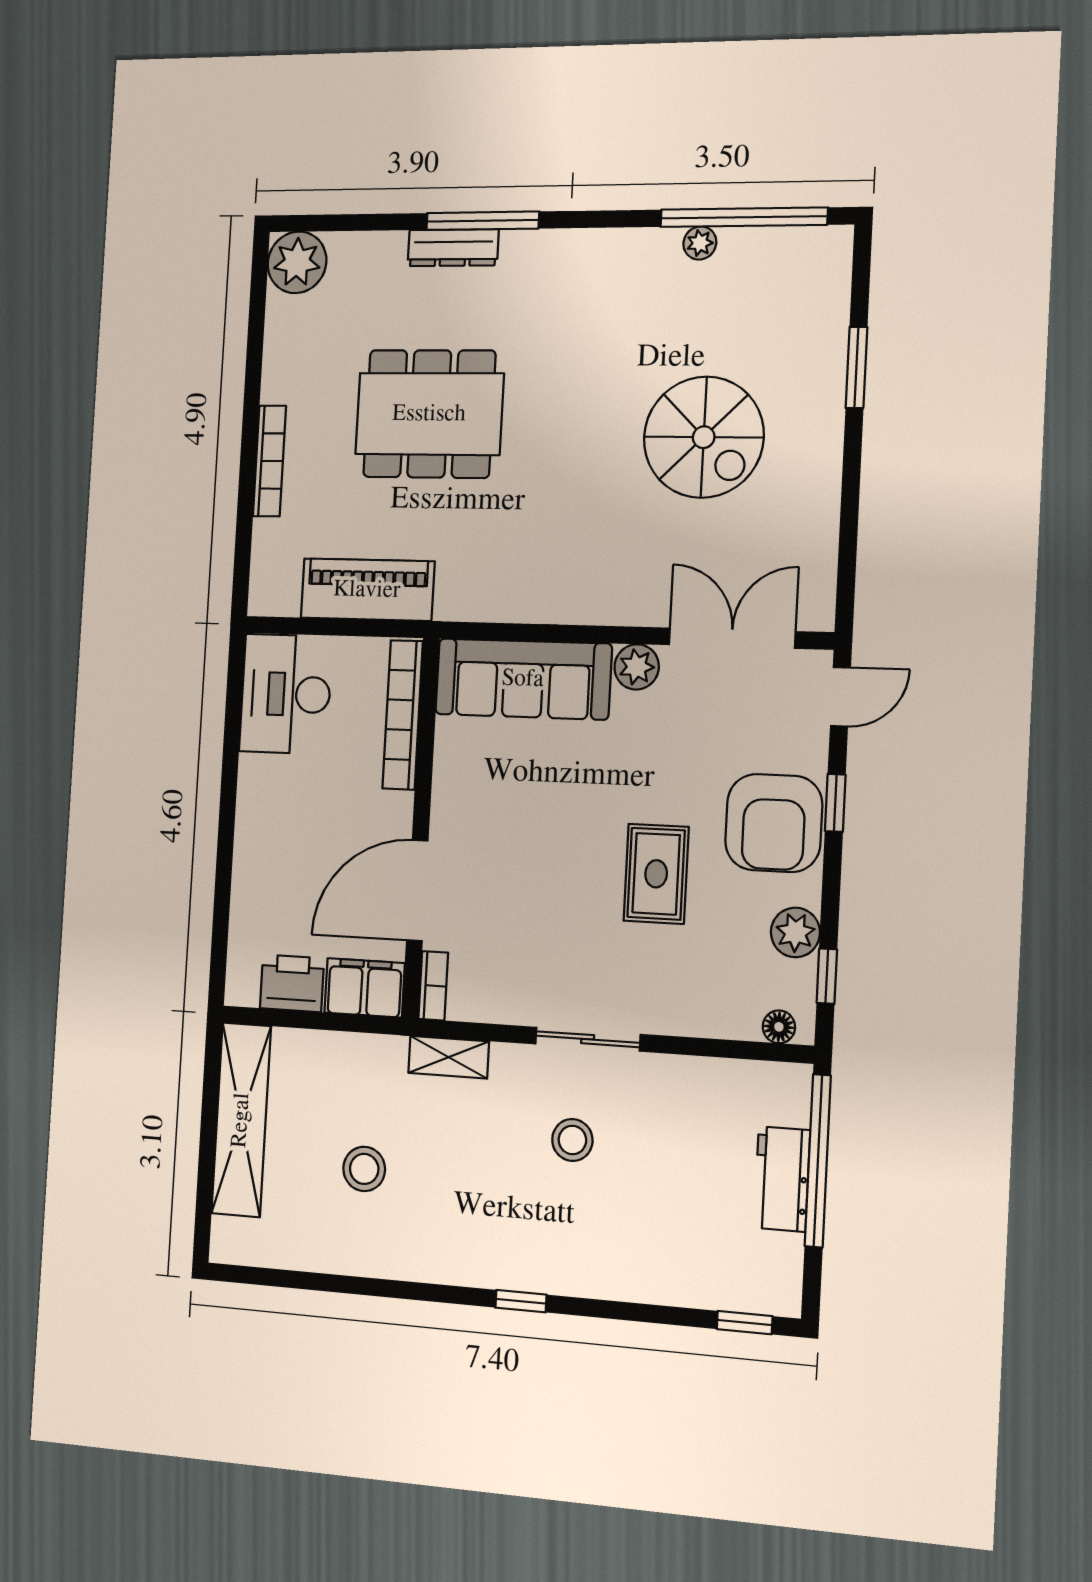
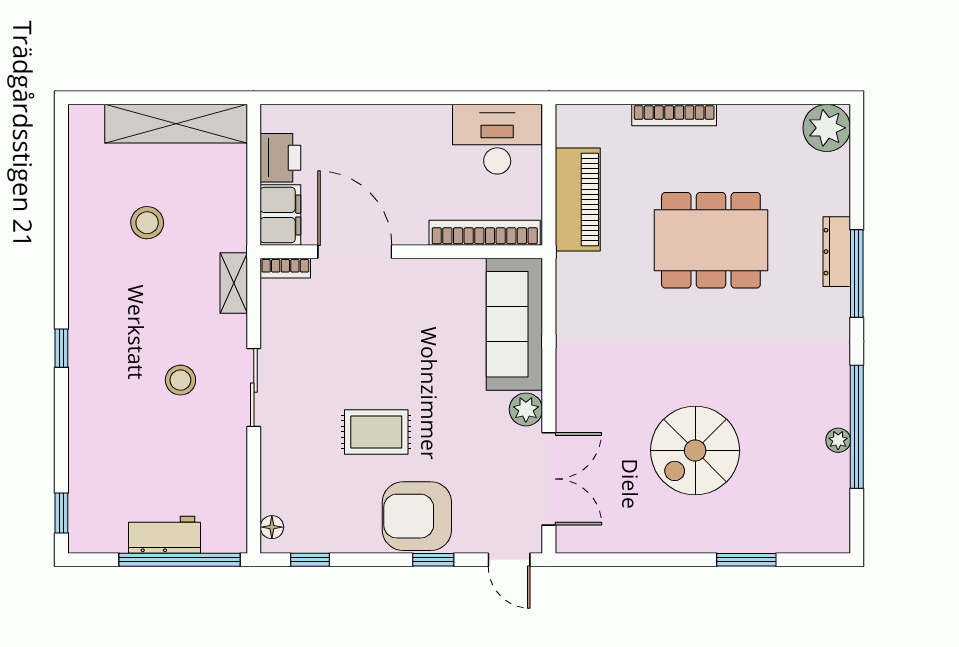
window: (744, 217) -> (857, 427), moved
dining table: (429, 414) -> (711, 240), turned 90
plant: (795, 932) -> (340, 536), removed

